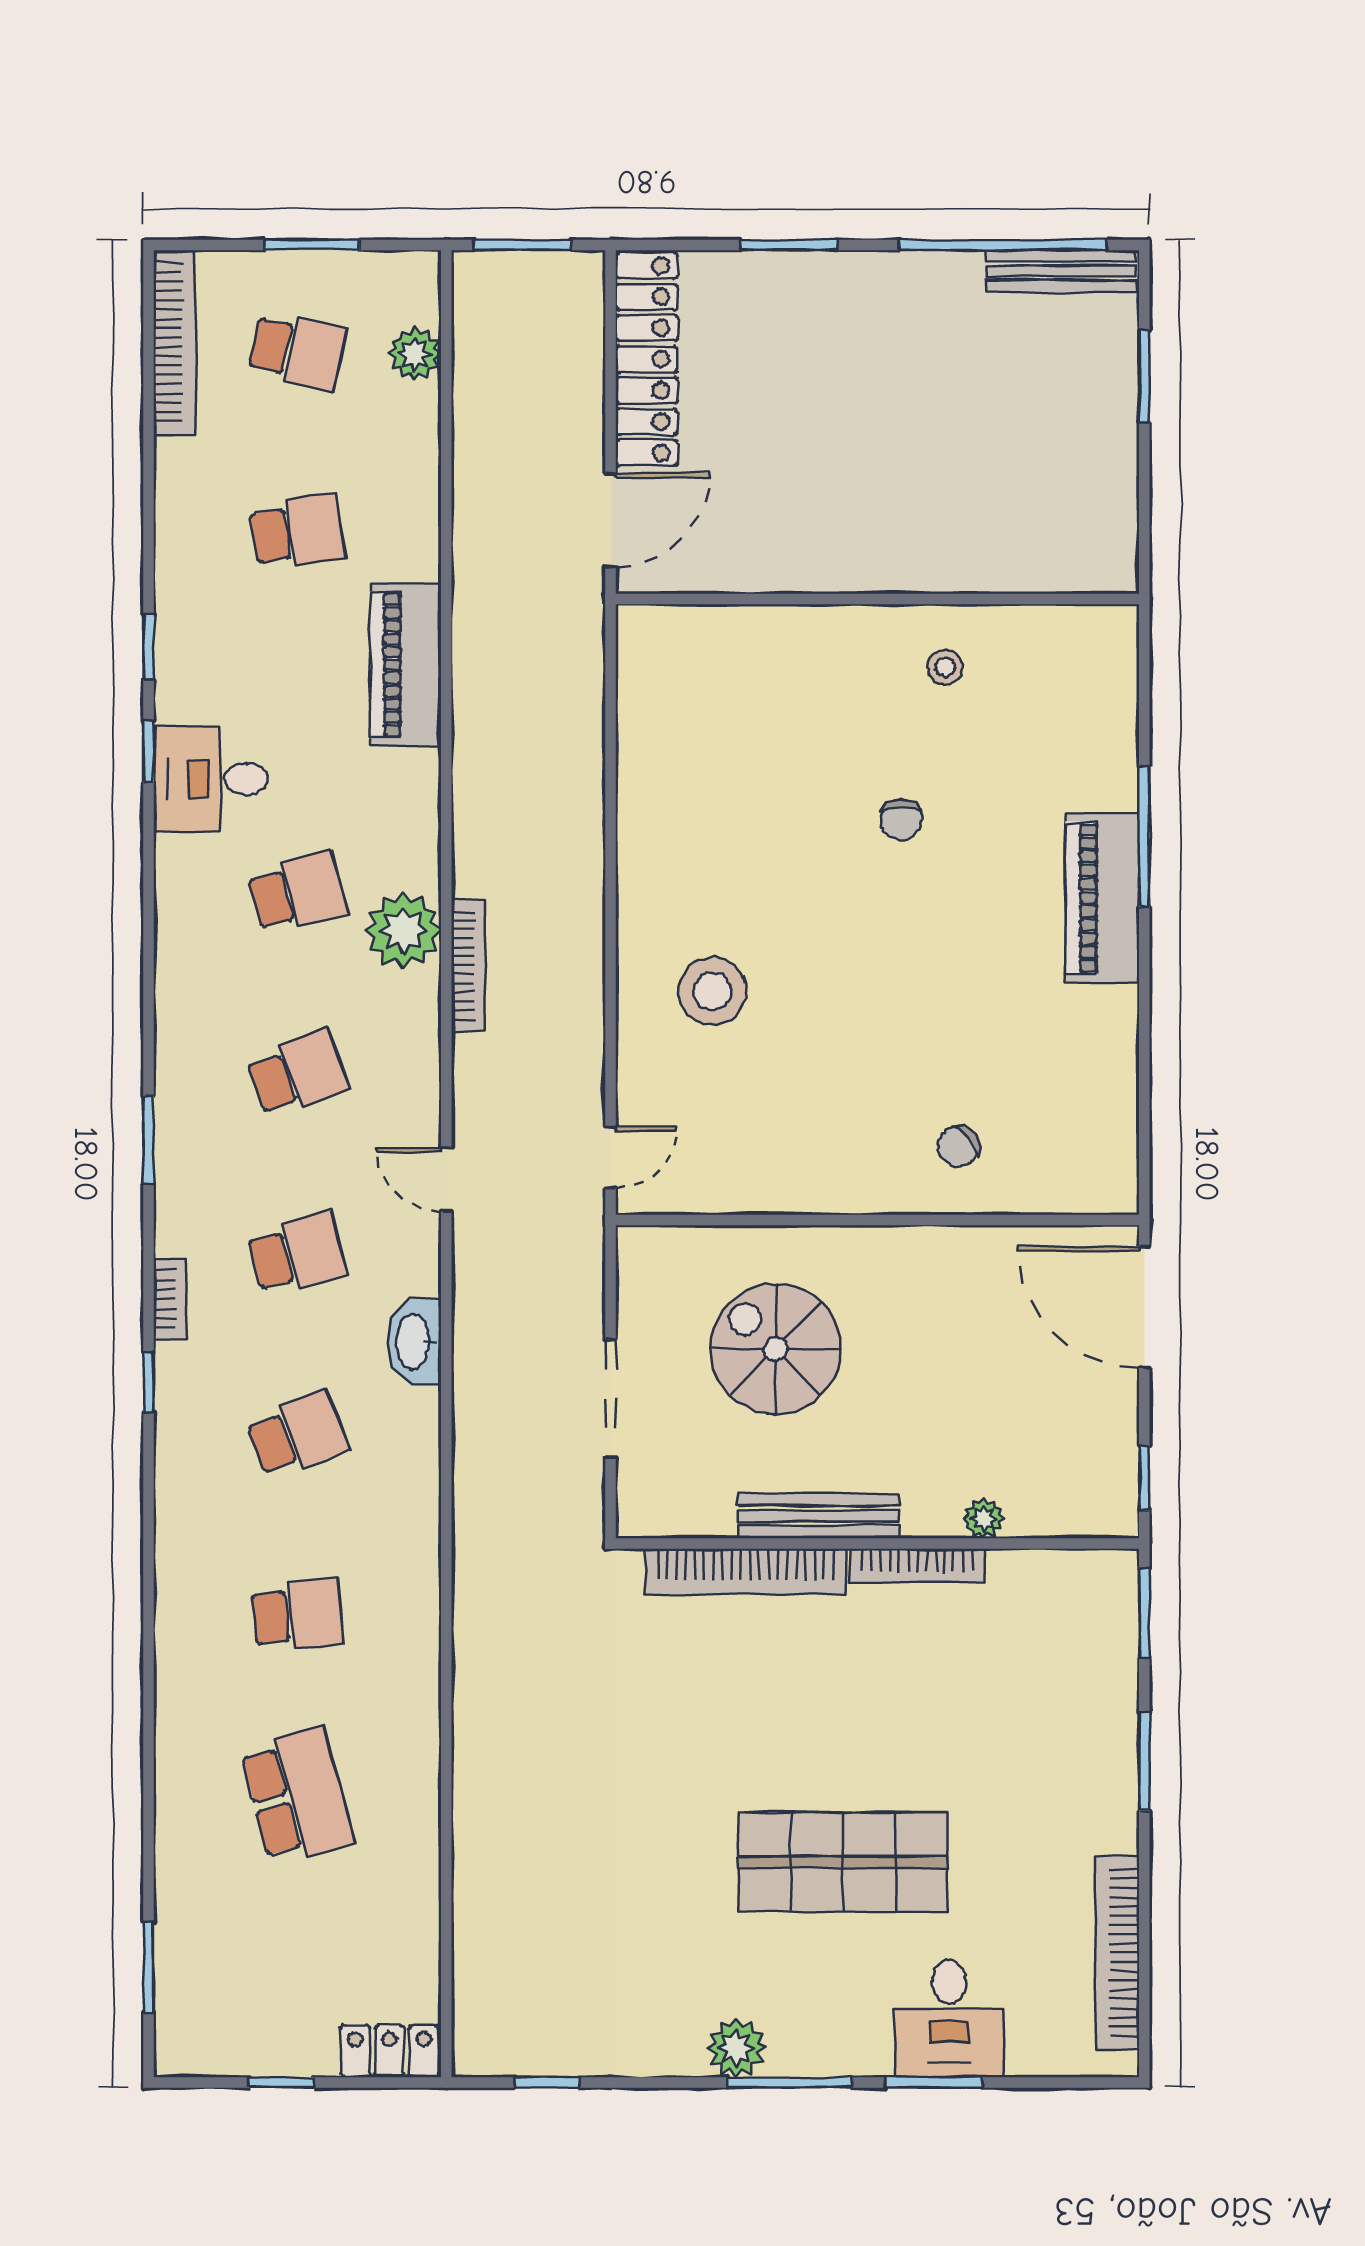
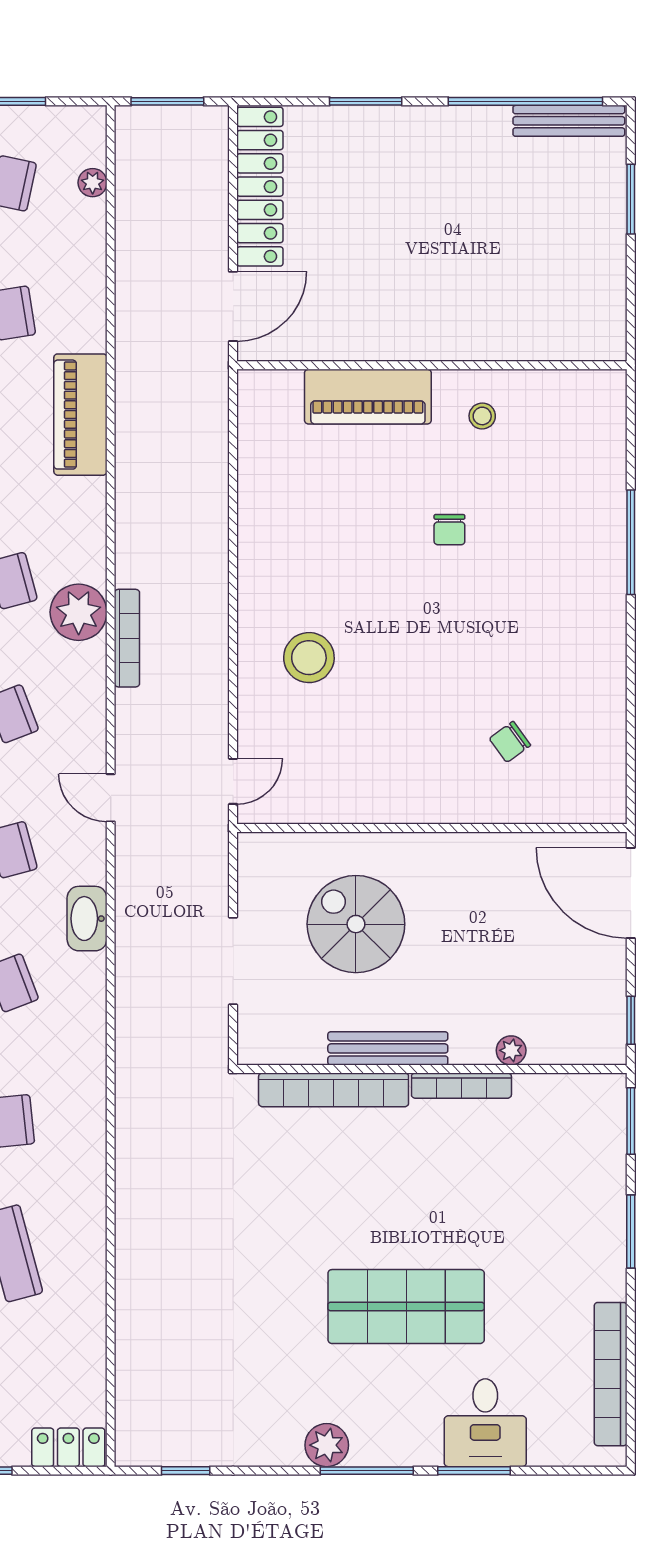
plant: (415, 354) -> (93, 183), width x0.73, depth x0.73
piano: (1102, 898) -> (368, 397), moved, turned -90
chair: (959, 1146) -> (510, 742), moved

